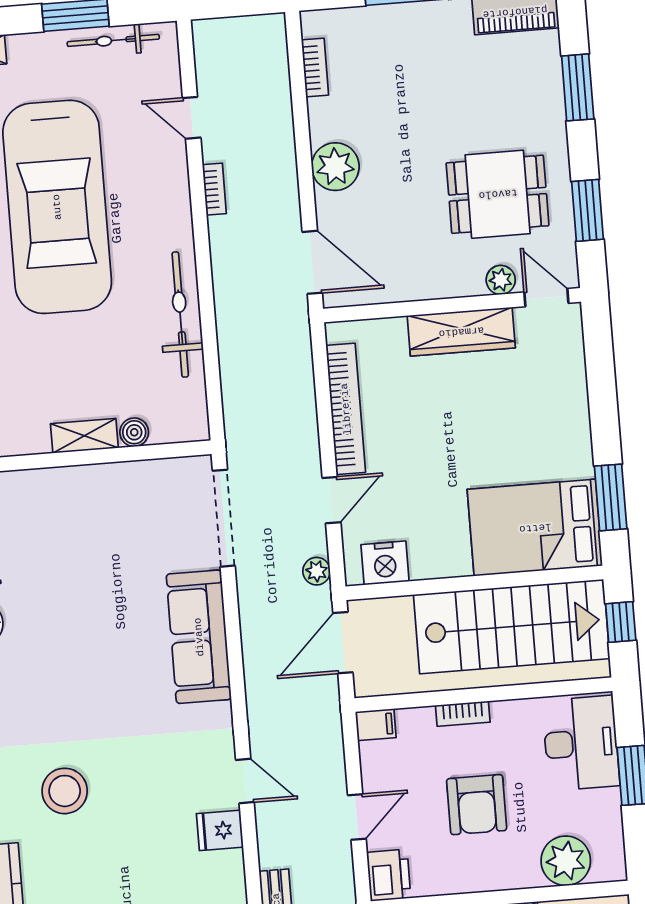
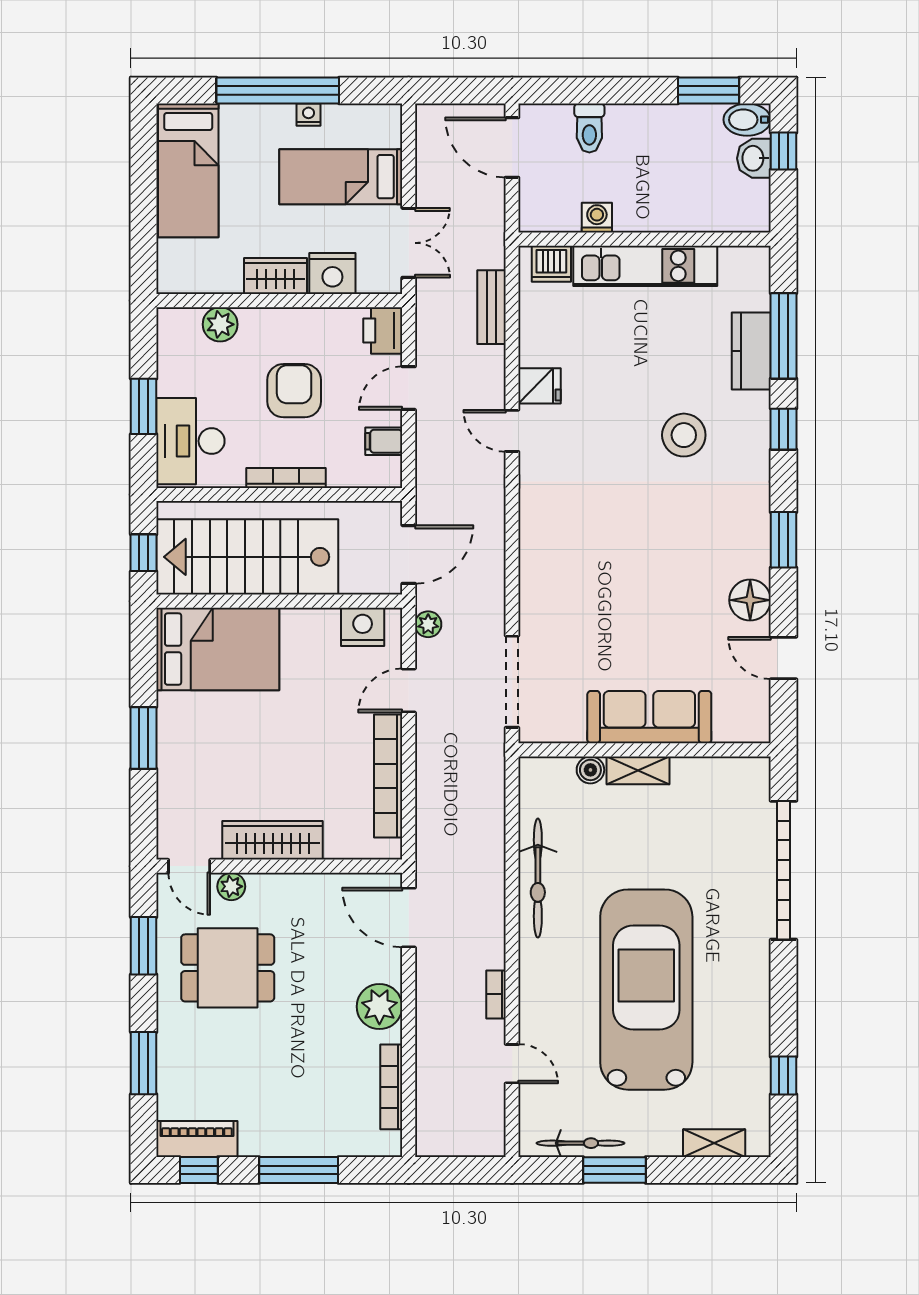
bookcase: (315, 67) -> (391, 1087), width x1.56
window: (611, 497) -> (144, 738), moved
sofa: (199, 637) -> (649, 717), moved, turned -90
bookcase: (463, 714) -> (286, 478), width x1.56
filing cabinet: (376, 725) -> (384, 441), moved
plant: (566, 861) -> (220, 324), width x0.73, depth x0.73

